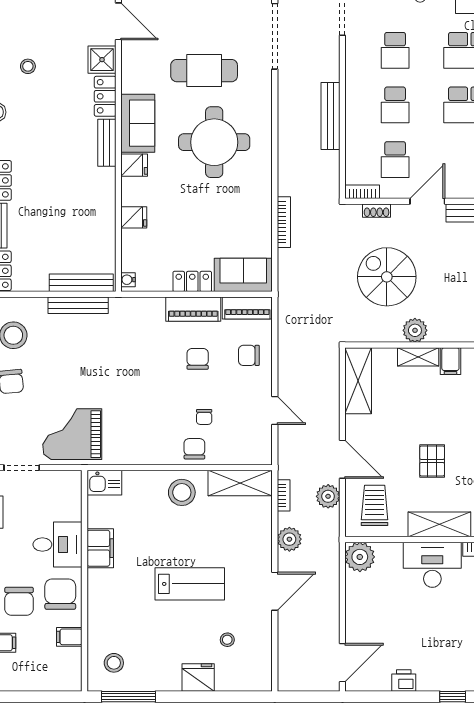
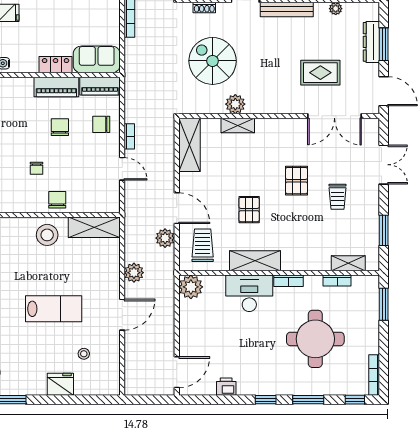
filing cabinet: (450, 361) -> (264, 129), removed
chair: (204, 417) -> (37, 168), moved
bookcase: (284, 495) -> (129, 136), moved

